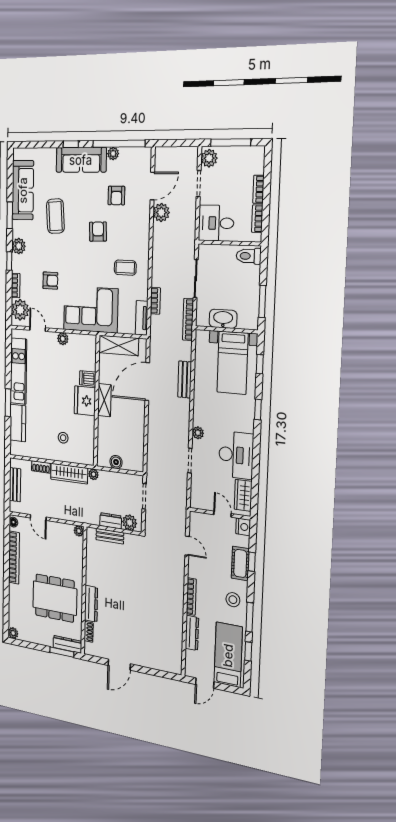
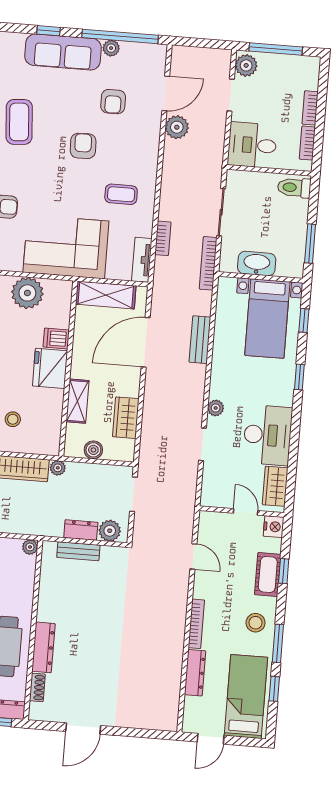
plant: (63, 339) -> (27, 293), width x1.88, depth x1.88
shelving: (104, 400) -> (77, 401), moved
wardrobe: (136, 439) -> (126, 418), added

